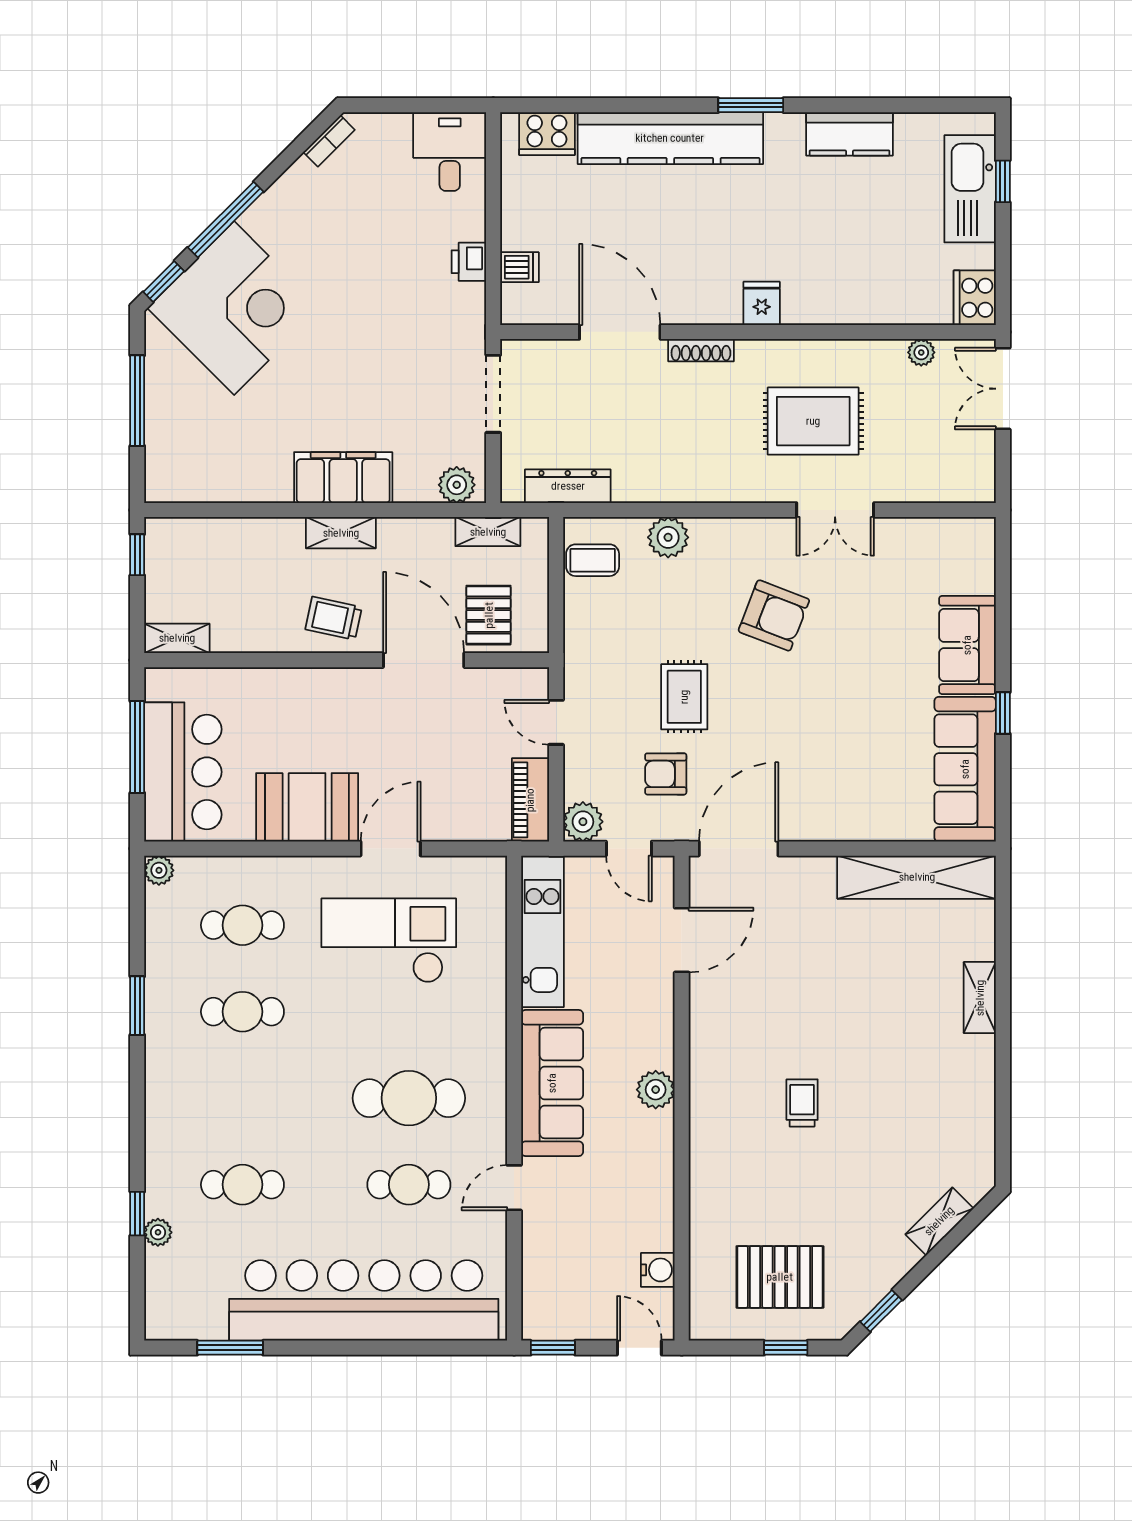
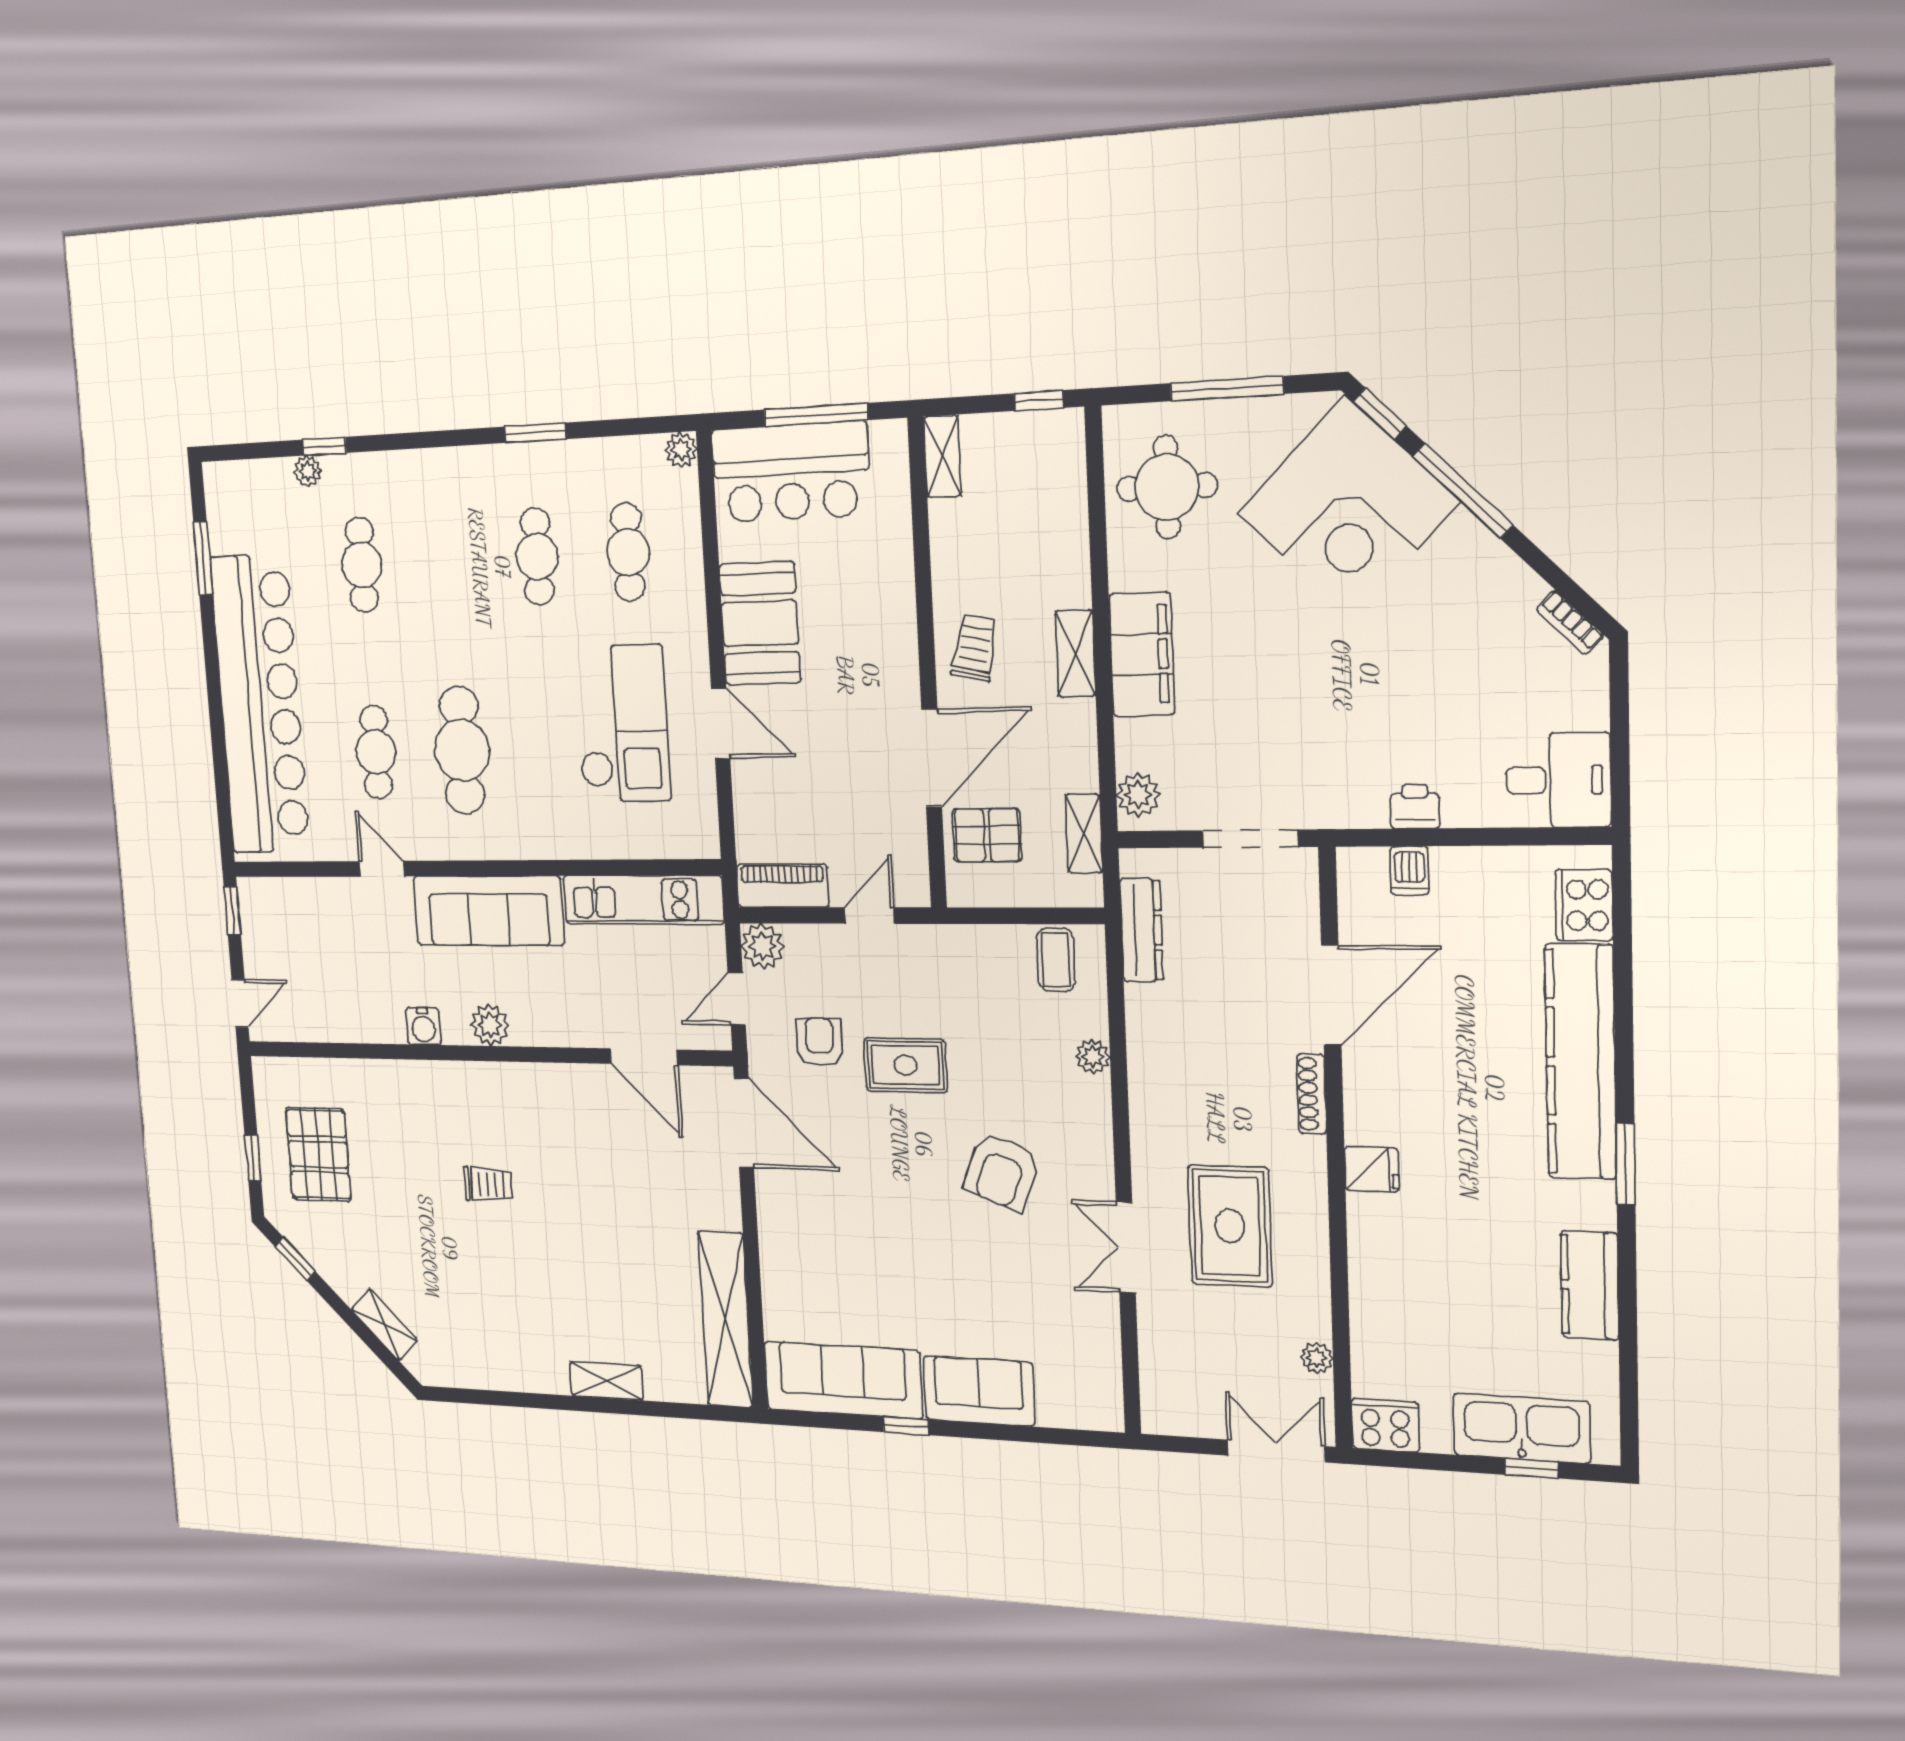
round table: (211, 452) -> (1167, 487), added
plant: (668, 537) -> (1093, 1056), width x0.73, depth x0.73
water cooler: (658, 1270) -> (423, 1026), moved

